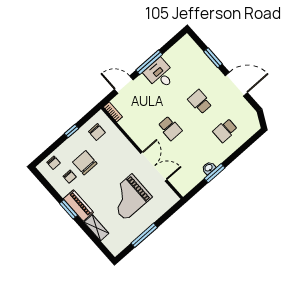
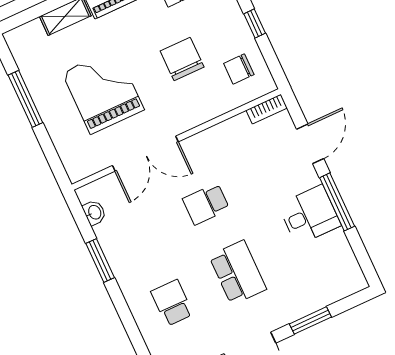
school desk: (200, 102) -> (238, 273), width x1.85
chair: (85, 163) -> (182, 59), moved, turned -90
washbasin: (209, 168) -> (94, 212), moved

